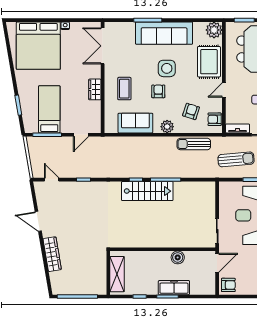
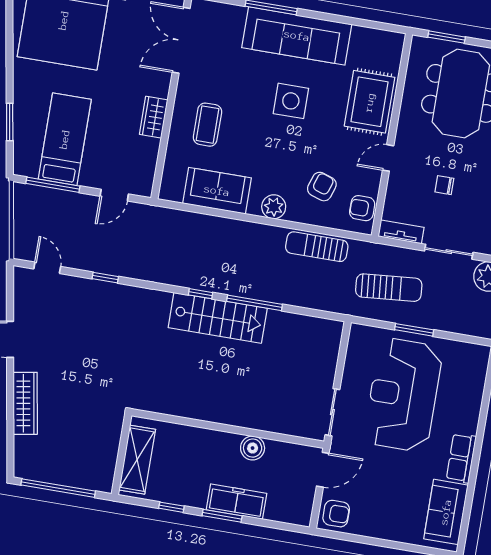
plant: (214, 30) -> (389, 46), removed
armchair: (158, 91) -> (268, 140), removed

